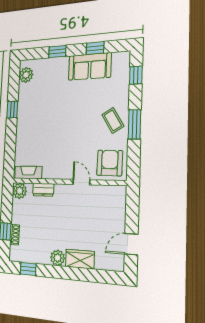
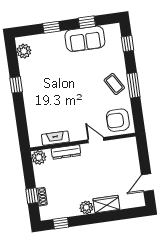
armchair: (110, 163) -> (118, 120), turned -91
fireplace: (28, 172) -> (55, 138), moved
dresser: (43, 190) -> (66, 152), width x1.44

